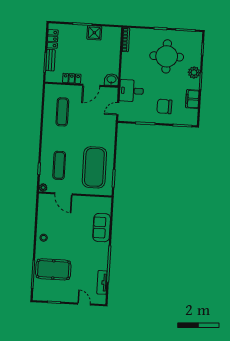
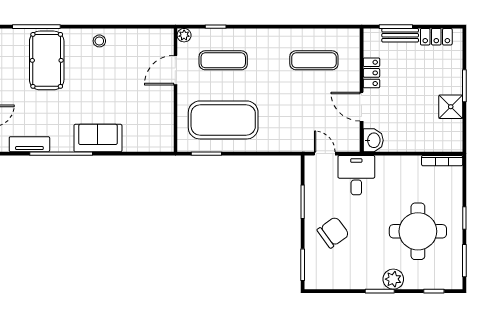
filing cabinet: (192, 99) -> (348, 279), removed
chair: (164, 106) -> (333, 232), turned 52
sofa: (102, 228) -> (98, 138), moved

